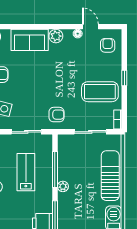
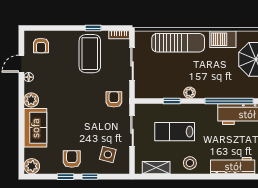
armchair: (108, 45) -> (41, 46), turned -90
window: (124, 78) -> (93, 28), moved
window: (55, 169) -> (172, 101), width x0.46
sun lounger: (110, 176) -> (178, 43), turned 180

